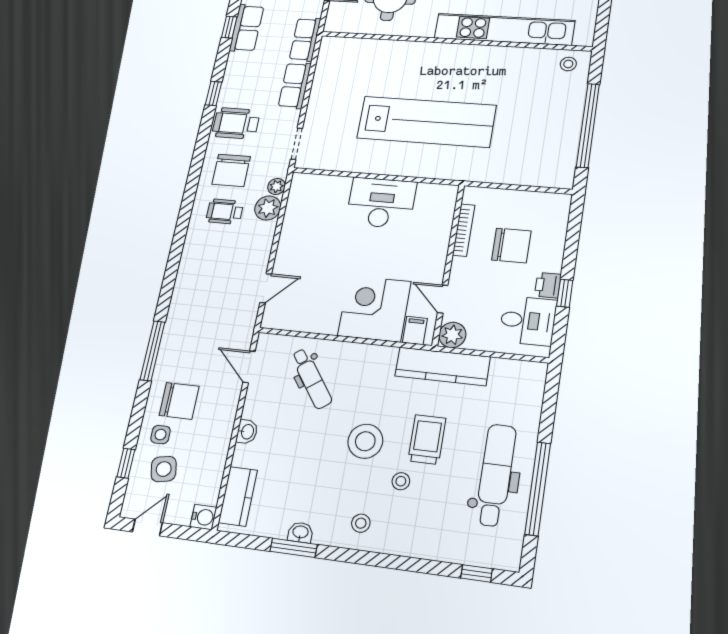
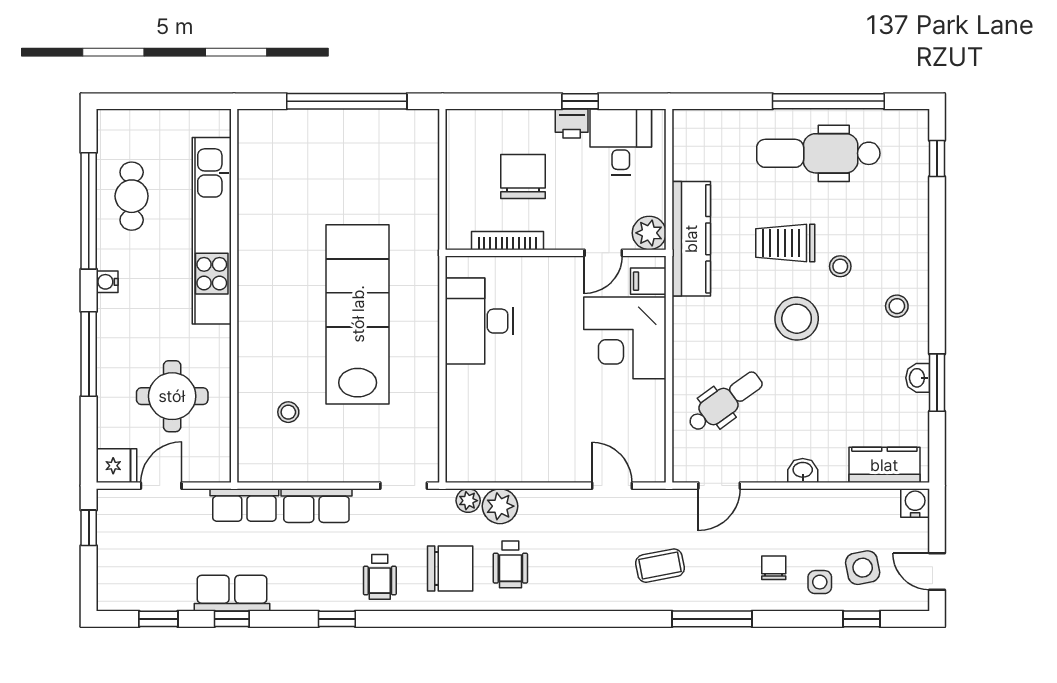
stool: (568, 64) -> (288, 412), moved
wheelchair: (236, 123) -> (380, 577), width x0.73, depth x0.73
desk: (381, 203) -> (479, 321), moved
coffee table: (200, 317) -> (660, 566), added
chair: (179, 401) -> (774, 568), width x0.54, depth x0.54

